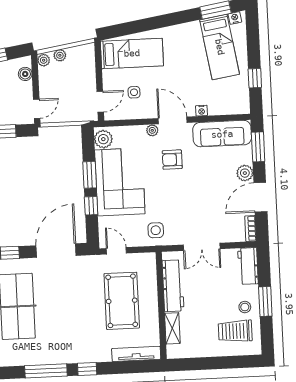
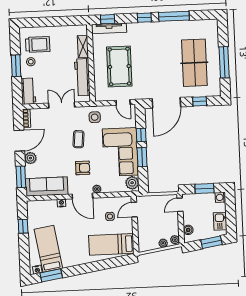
coffee table: (178, 200) -> (79, 139), added
window: (138, 367) -> (108, 19), added

